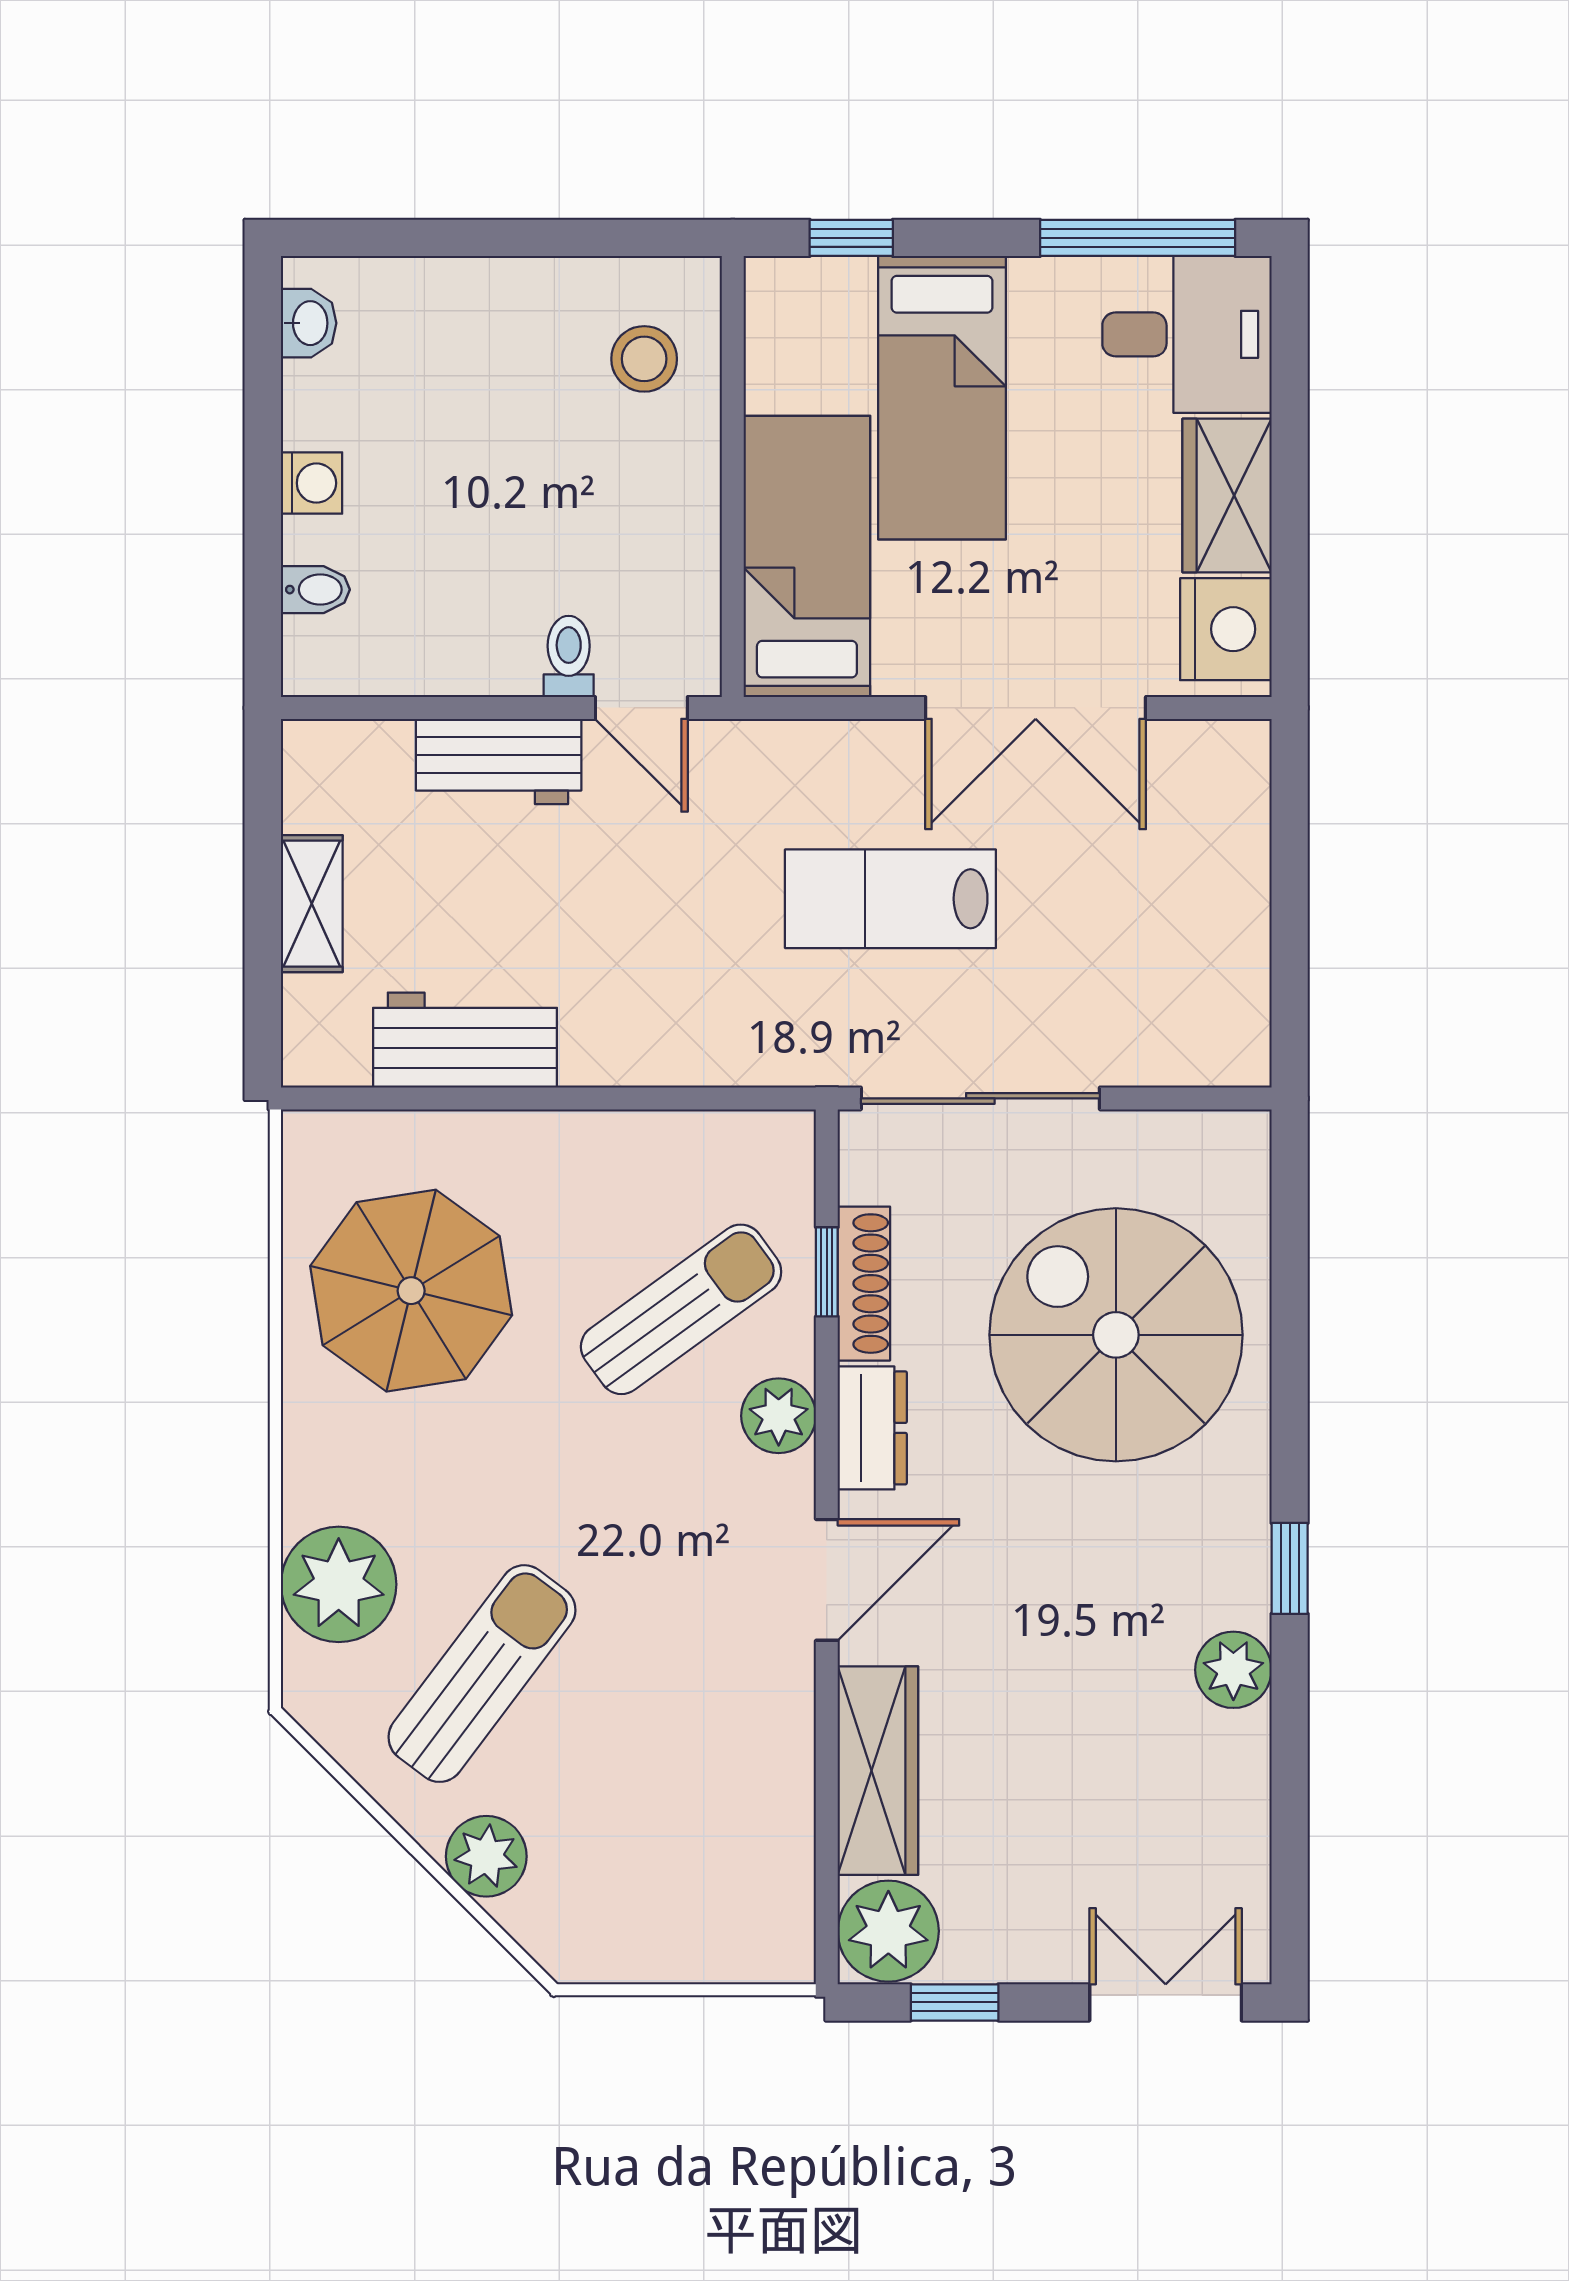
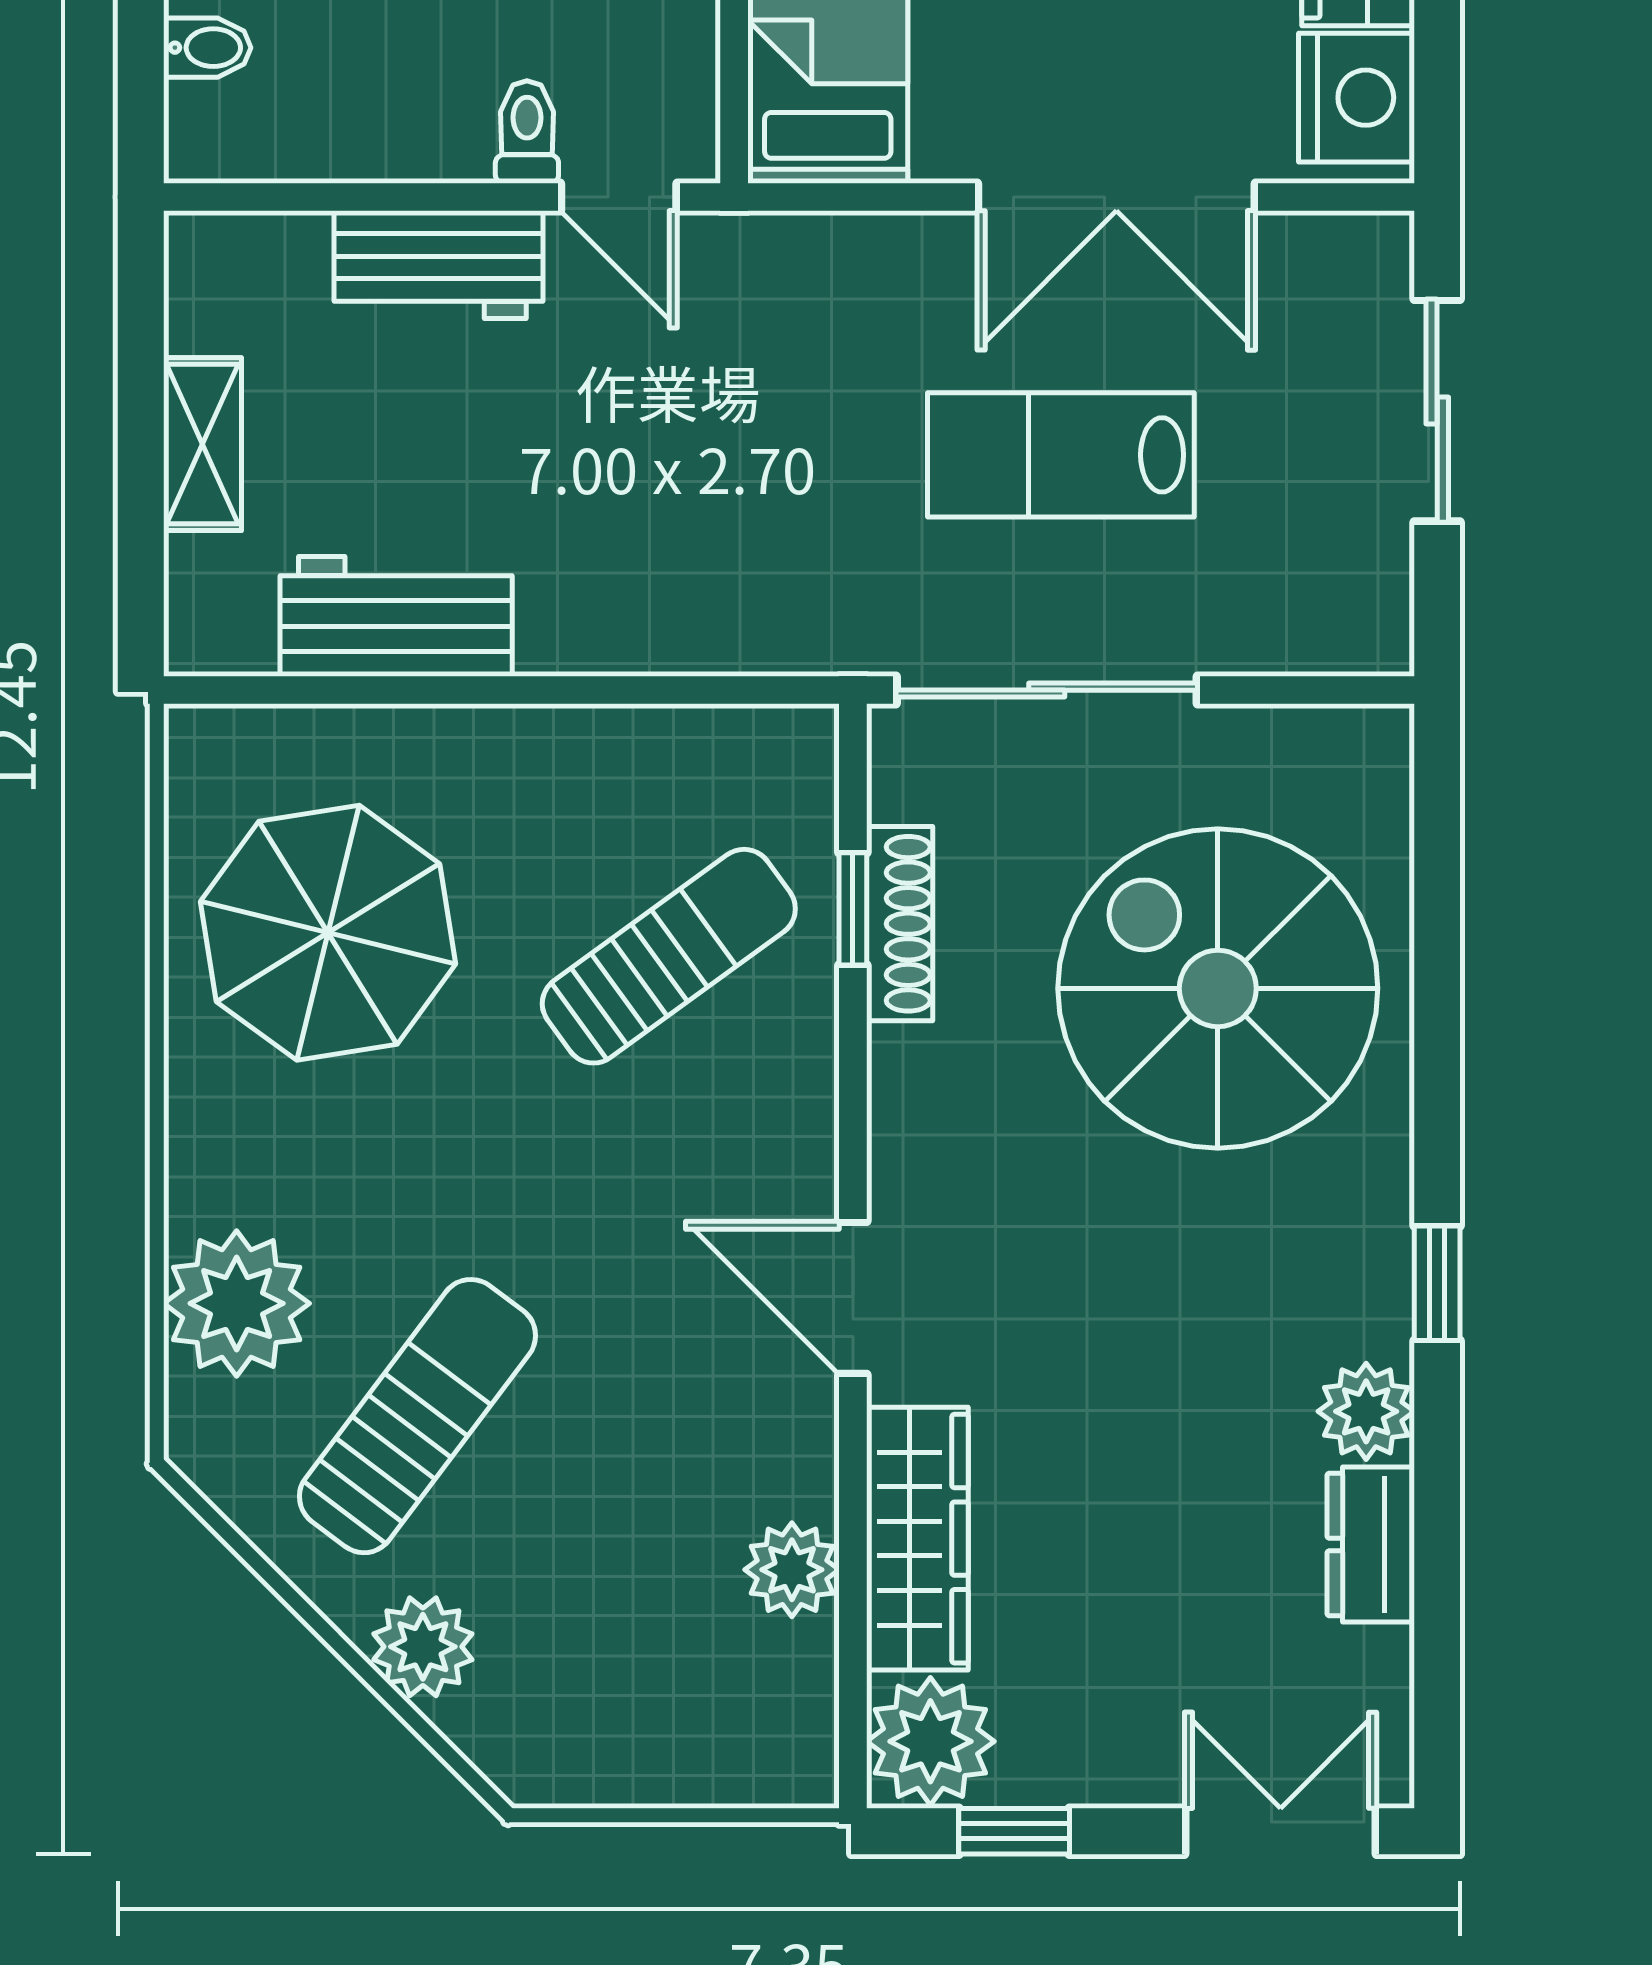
sliding door: (1290, 877) -> (1437, 411), added
lab bench: (890, 899) -> (1061, 455), moved
plant: (779, 1416) -> (792, 1570), moved
dresser: (872, 1428) -> (1371, 1544), moved, turned 180
door: (827, 1580) -> (853, 1298), swing flipped

